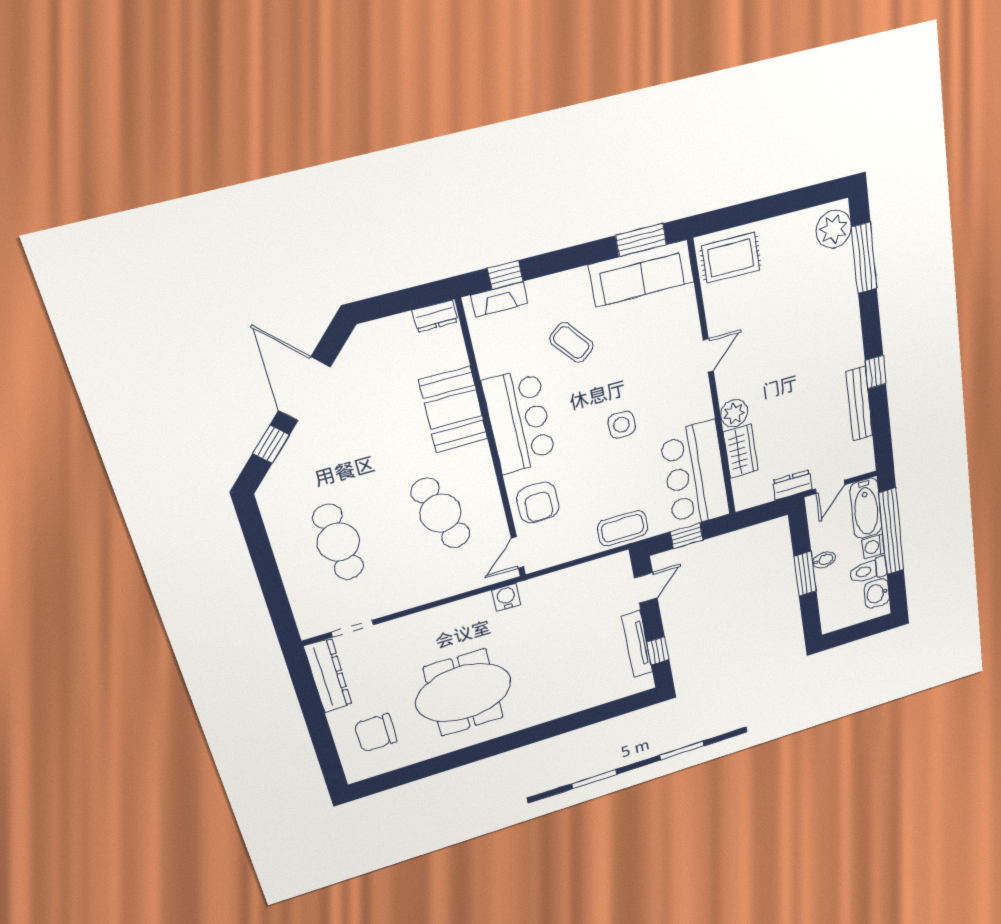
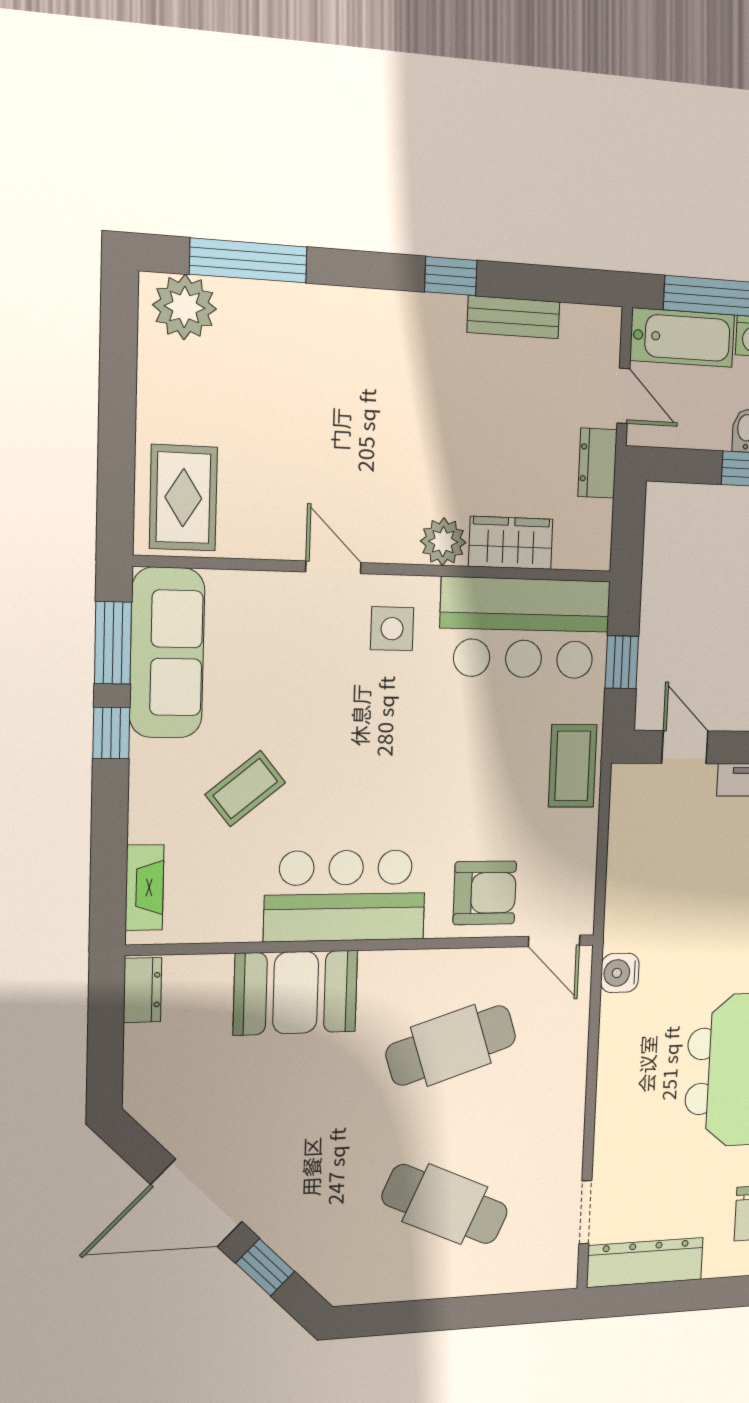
window: (505, 275) -> (111, 733), moved
bench: (859, 404) -> (513, 317), width x0.73
side table: (621, 425) -> (392, 629), moved
cafe table: (338, 542) -> (445, 1204), turned 30

